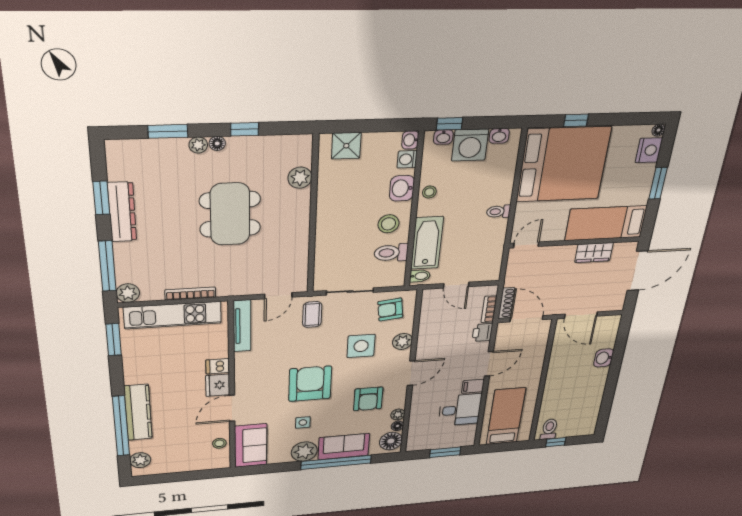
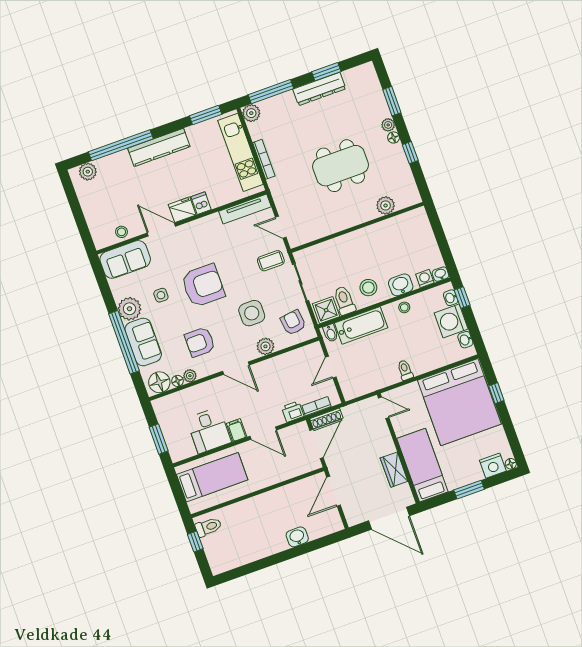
shower: (346, 146) -> (326, 310), moved
kitchen counter: (138, 413) -> (159, 147), moved

